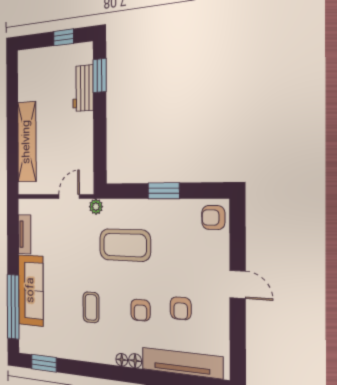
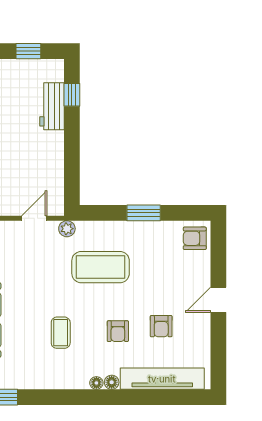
window: (100, 76) -> (72, 95), width x0.67
door: (238, 284) -> (218, 300), swing flipped

